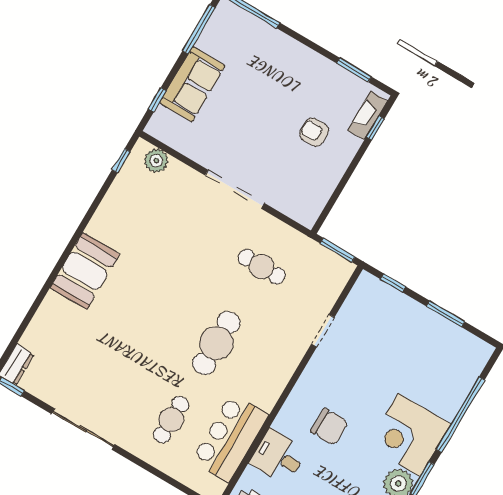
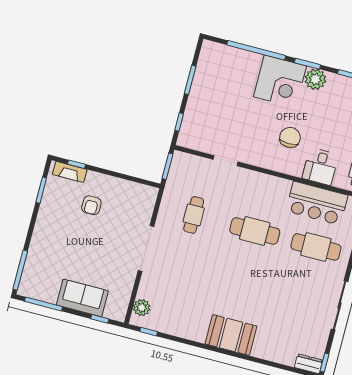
cafe table: (171, 420) -> (316, 247), width x1.37, depth x1.35

